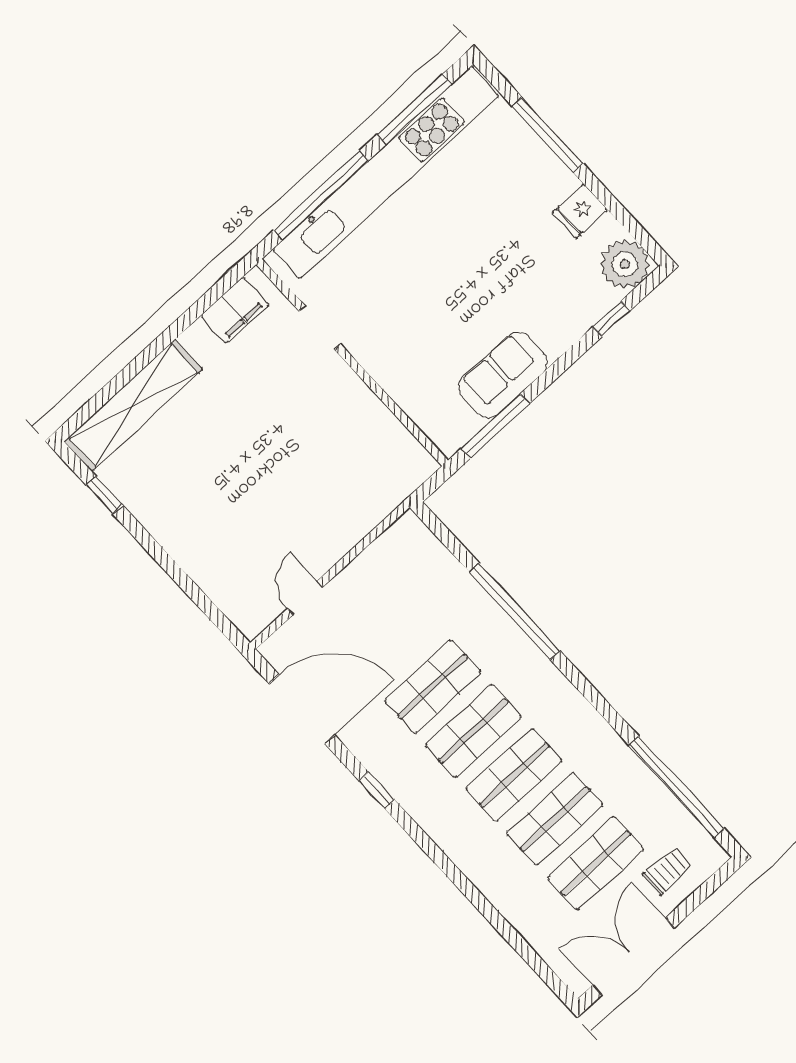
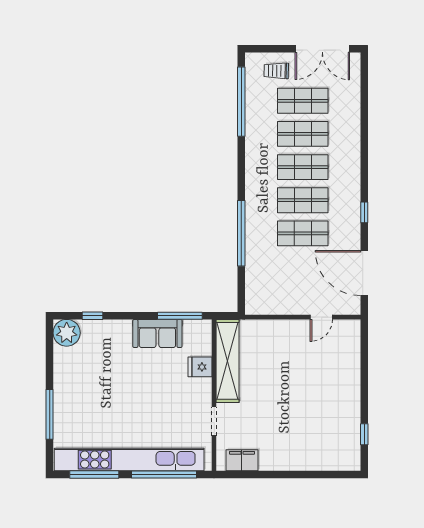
fridge: (580, 211) -> (200, 367), moved, turned 180
shelving: (133, 406) -> (228, 361), moved, turned 90

